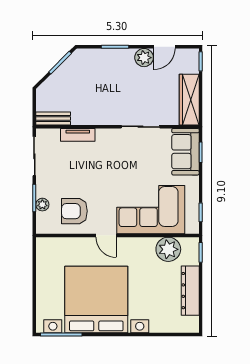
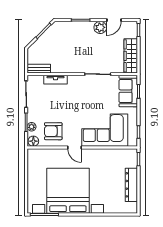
floor lamp: (45, 226) -> (33, 141), added
plant: (168, 249) -> (117, 157), removed

